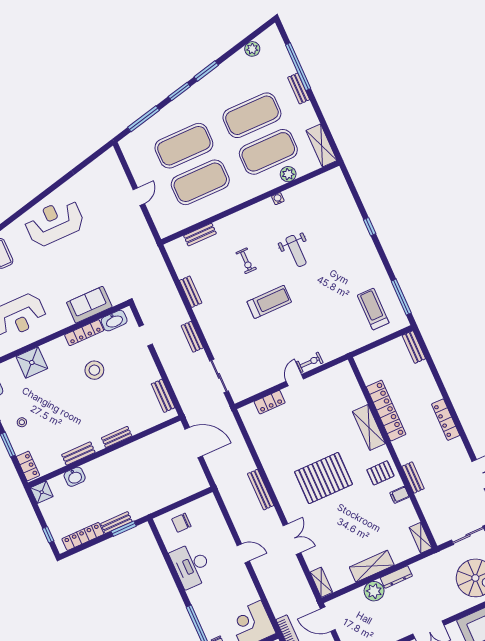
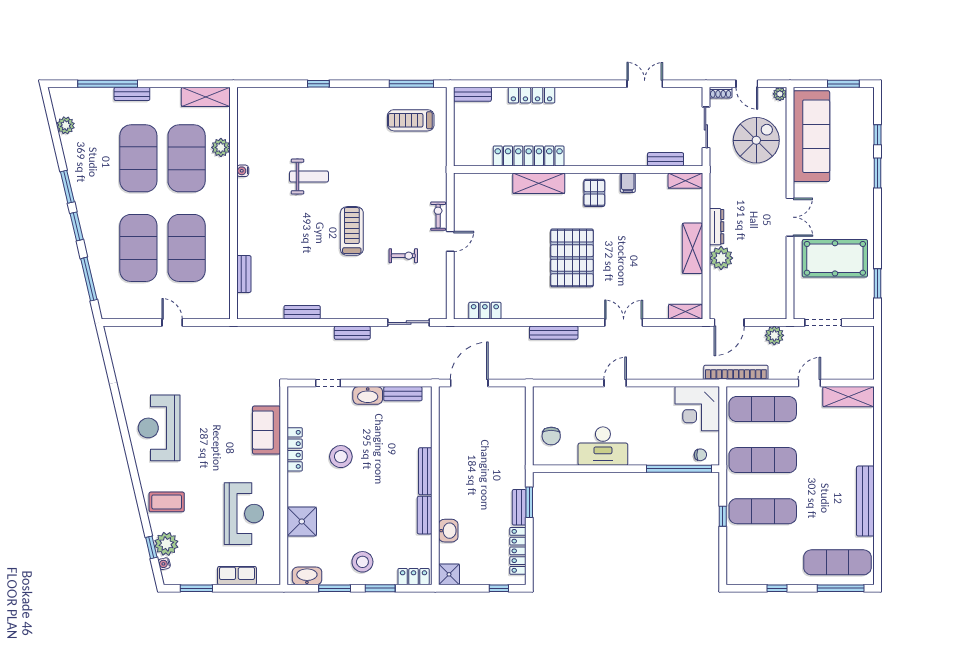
exercise bike: (246, 261) -> (403, 256), moved
washbasin: (114, 321) -> (368, 395), moved, turned 90
door: (295, 380) -> (450, 241), swing flipped
locker: (270, 402) -> (485, 311), moved, turned -90
locker: (446, 420) -> (531, 95), moved
stool: (22, 422) -> (362, 562), width x1.89, depth x1.89
bench: (117, 437) -> (425, 471), width x1.36
bench: (413, 477) -> (666, 159), moved

